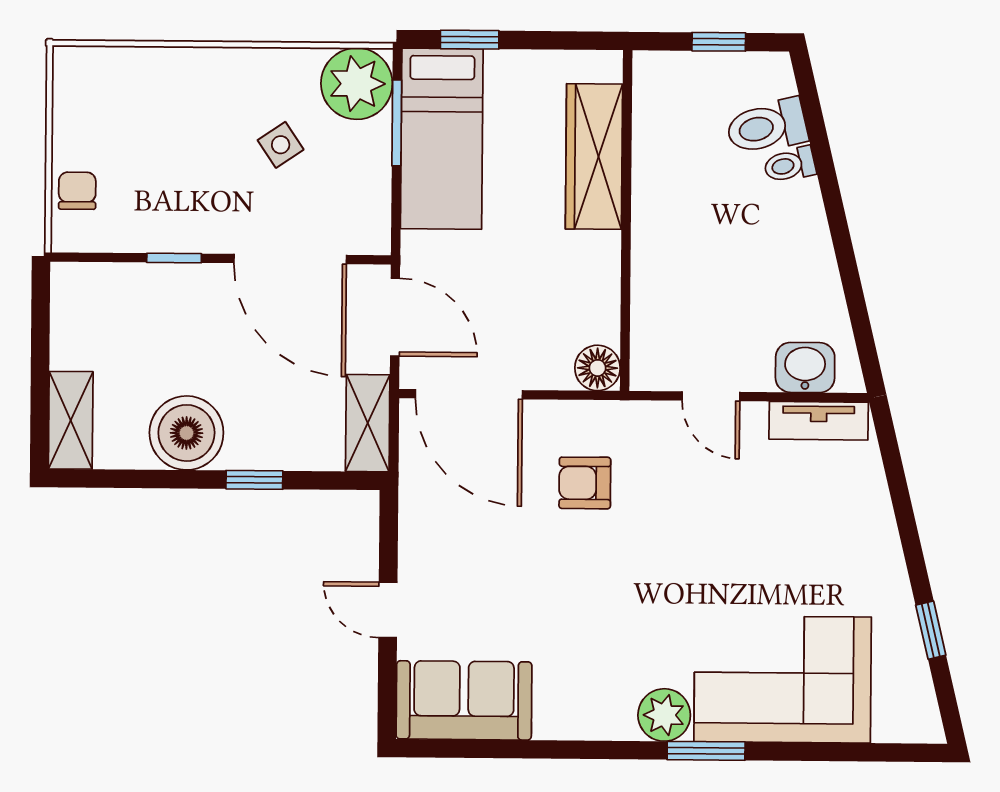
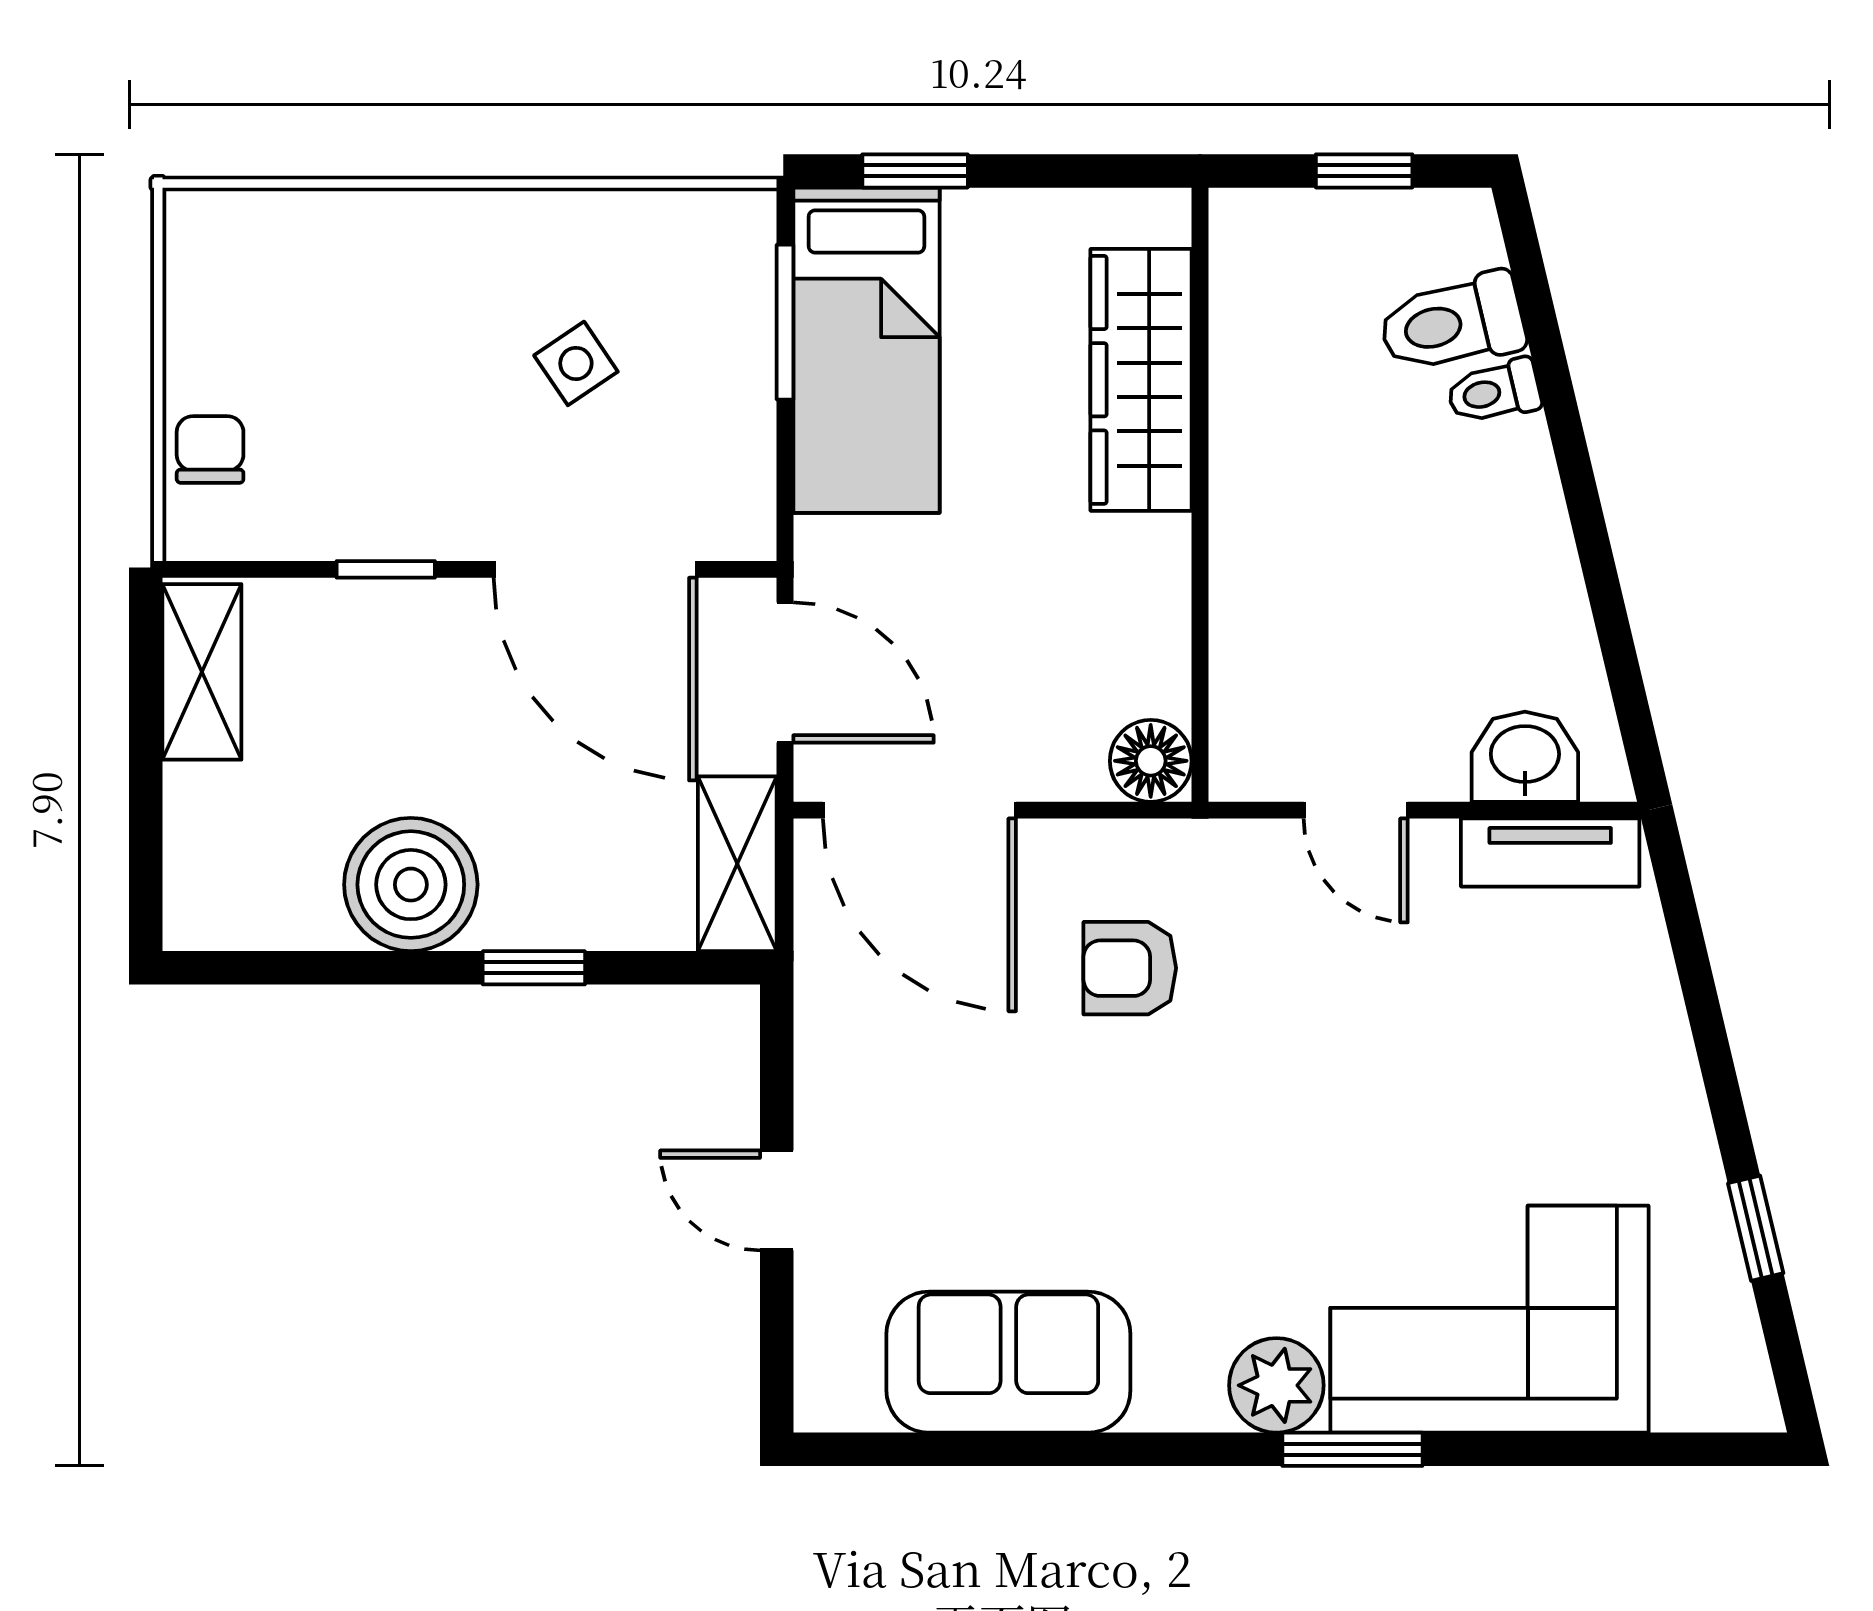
plant: (357, 84) -> (712, 252), removed
shelving: (71, 420) -> (202, 672), moved
sofa: (464, 700) -> (1008, 1362), moved

